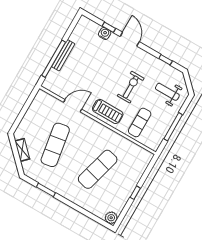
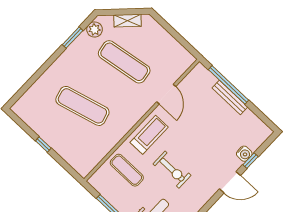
treadmill: (108, 112) -> (149, 135), turned 180
exercise mat: (98, 169) -> (82, 106), turned -30
plant: (111, 218) -> (95, 29), moved

